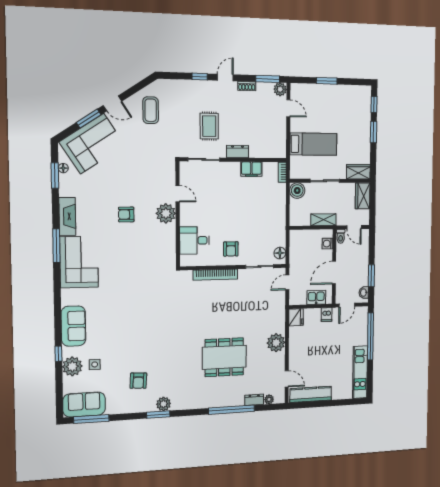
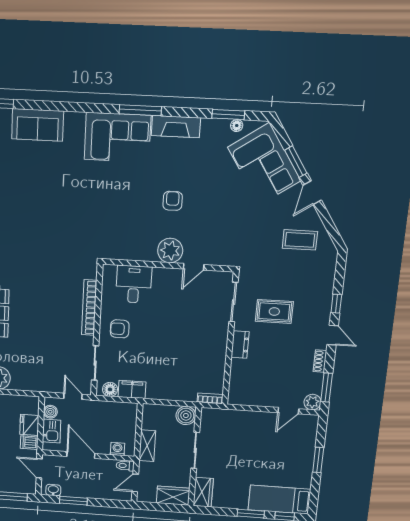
bed: (313, 144) -> (279, 500), moved, turned 90
filing cabinet: (251, 169) -> (132, 389), moved, turned 90
boiler: (301, 299) -> (50, 412), added
fridge: (296, 317) -> (29, 425), moved, turned 90

